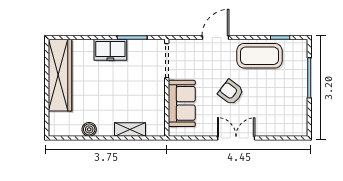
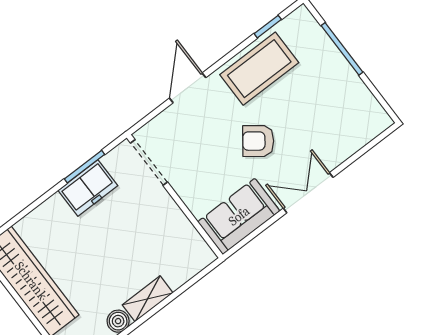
freezer: (110, 50) -> (88, 188), moved
sofa: (182, 103) -> (239, 216), moved, turned -90
shelving: (130, 130) -> (148, 299), moved

